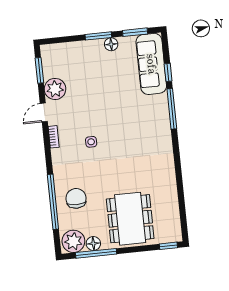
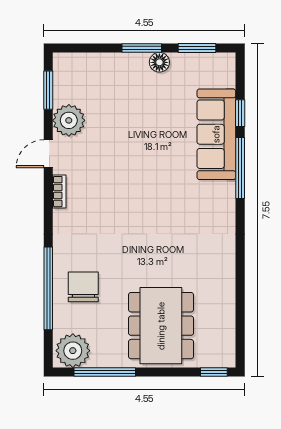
sofa: (151, 64) -> (216, 134), moved
side table: (91, 142) -> (115, 205), removed
floor lamp: (93, 244) -> (102, 357), removed

